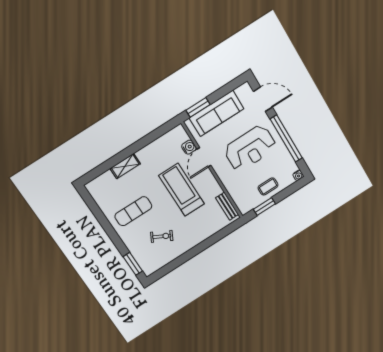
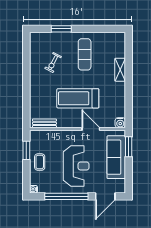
water cooler: (189, 147) -> (120, 123), moved
reception desk: (250, 148) -> (76, 166), turned 180
treadmill: (182, 190) -> (78, 98), turned 180
window: (133, 264) -> (61, 29), moved

